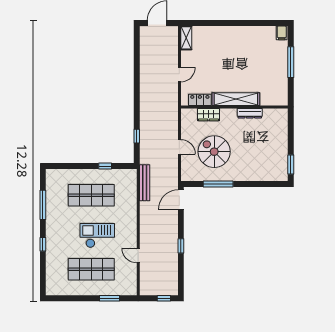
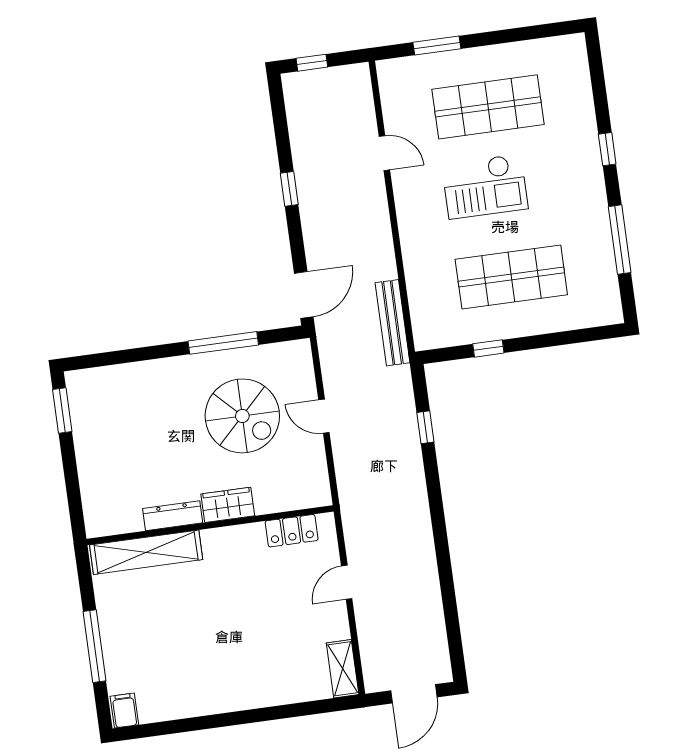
shelving: (236, 99) -> (146, 552), moved
wardrobe: (208, 115) -> (228, 505), moved

